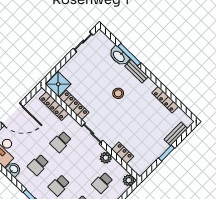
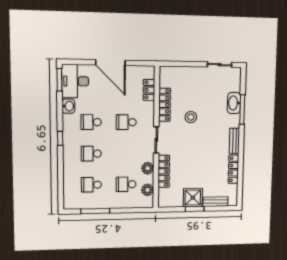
bench: (137, 71) -> (234, 141), moved
shower: (58, 84) -> (193, 198), moved
stool: (118, 93) -> (191, 117), moved
locker: (54, 106) -> (149, 90), width x0.66
locker: (123, 153) -> (164, 171), width x1.53
plant: (129, 180) -> (147, 190), moved

